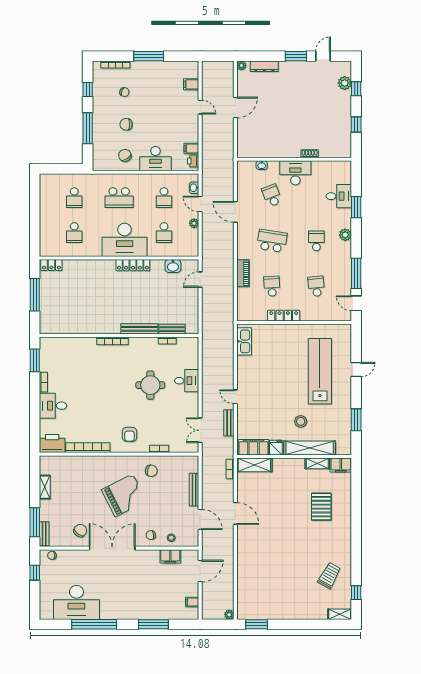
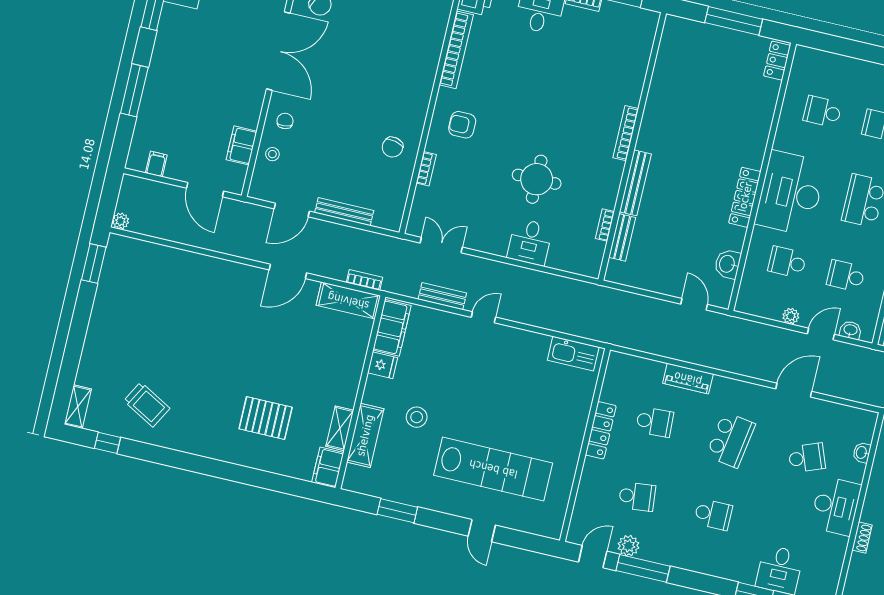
plant: (345, 235) -> (629, 546), moved
shelving: (310, 448) -> (365, 435), width x0.68
shelving: (254, 465) -> (348, 301), moved, turned 90
grand piano: (124, 495) -> (362, 92), removed

